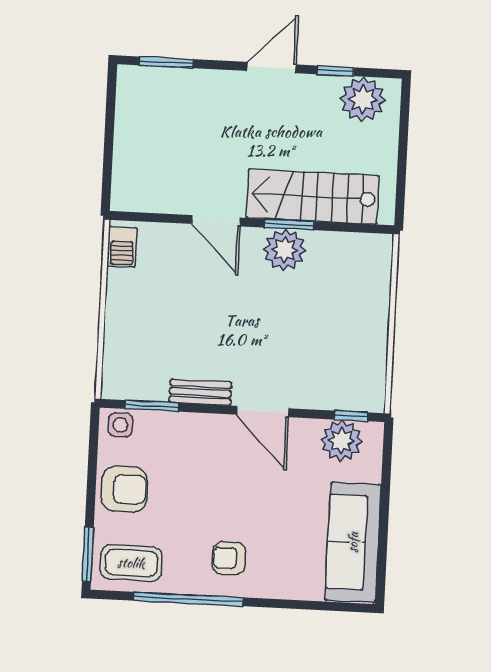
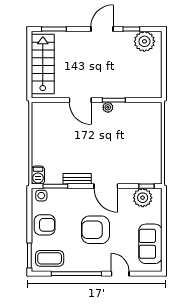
stairs: (313, 197) -> (43, 64), moved, turned 90
barbecue: (122, 247) -> (38, 175), moved
plant: (285, 250) -> (108, 107), width x0.53, depth x0.53
sofa: (353, 542) -> (150, 244), width x0.73
armchair: (229, 558) -> (95, 230), moved, width x1.88, depth x1.88
door: (284, 604) -> (120, 274), added

